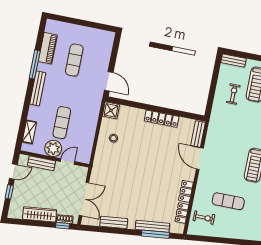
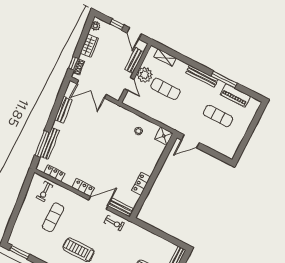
exercise bike: (233, 94) -> (114, 223), moved
locker: (162, 119) -> (141, 184), width x0.66
locker: (186, 191) -> (83, 188), moved
plant: (17, 214) -> (95, 26), added
wardrobe: (40, 214) -> (89, 46), width x0.67

